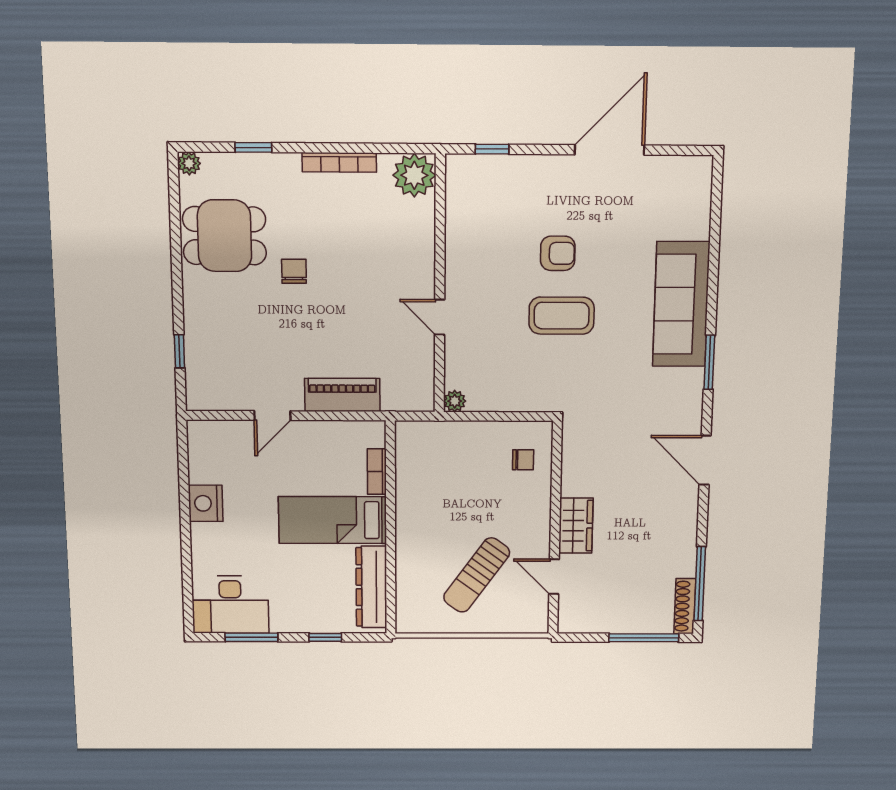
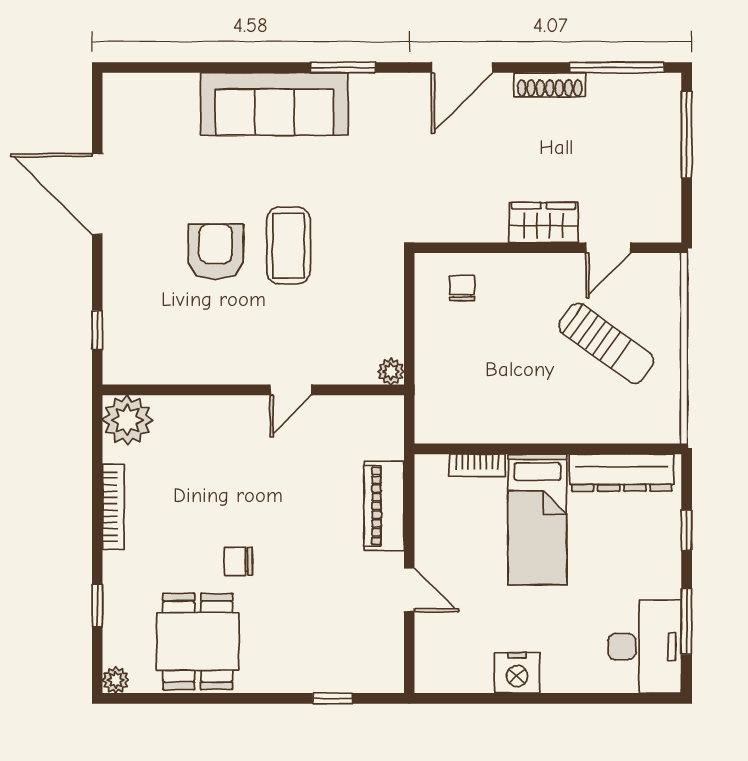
armchair: (558, 253) -> (216, 252), width x1.38, depth x1.38
shoe rack: (685, 606) -> (550, 85), moved

